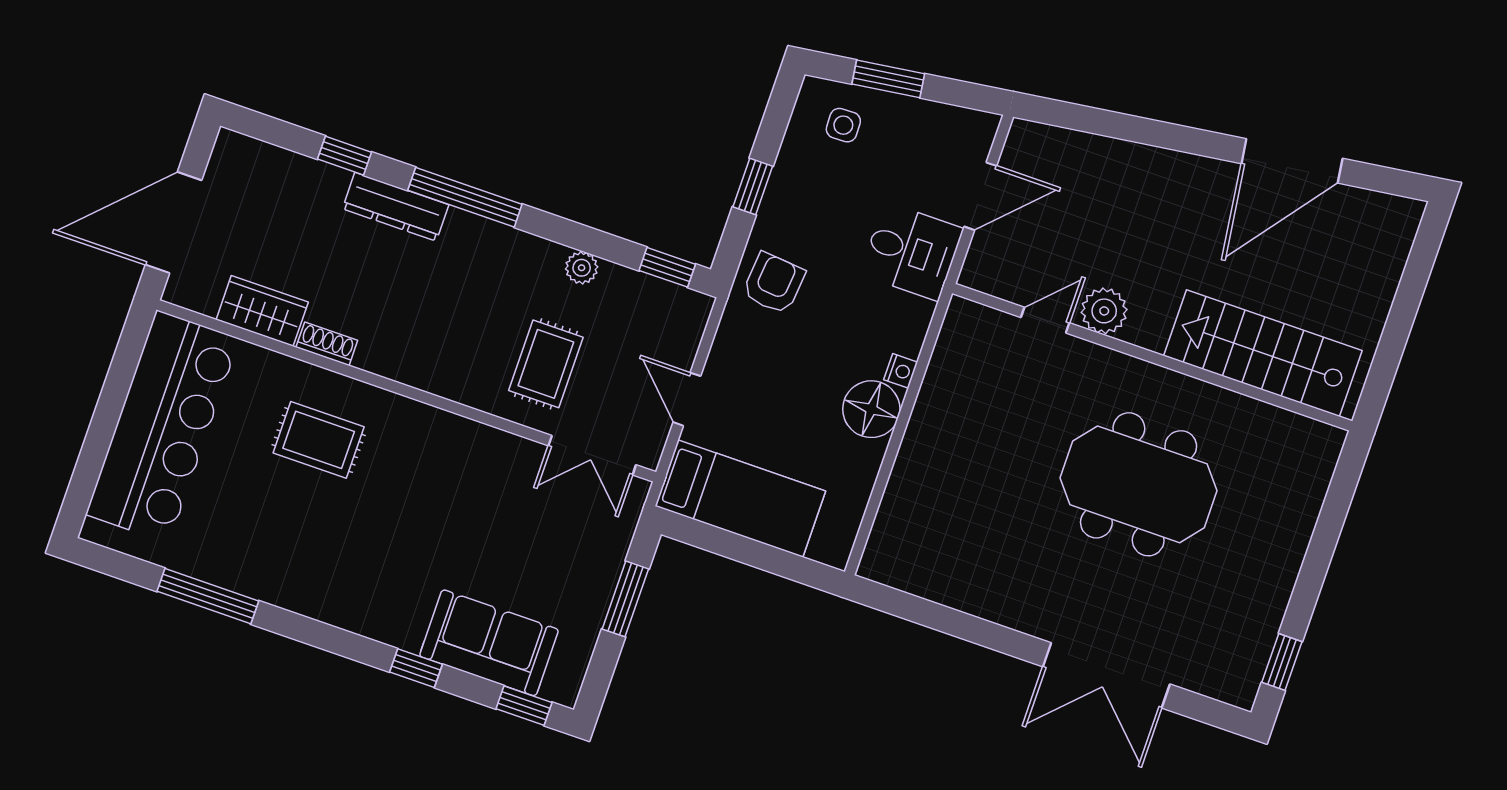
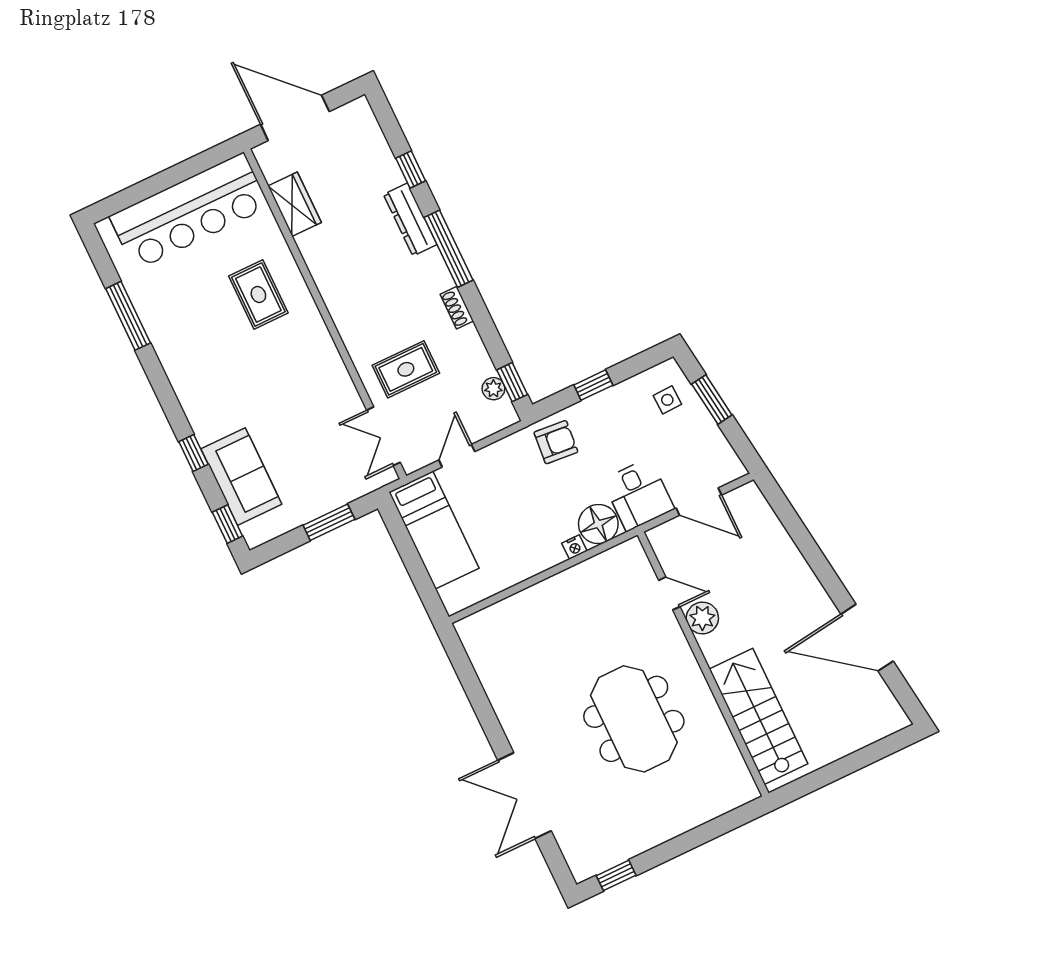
plant: (582, 268) -> (493, 389), moved
shoe rack: (327, 344) -> (457, 308), moved, turned 180
floor lamp: (871, 409) -> (598, 524), moved

